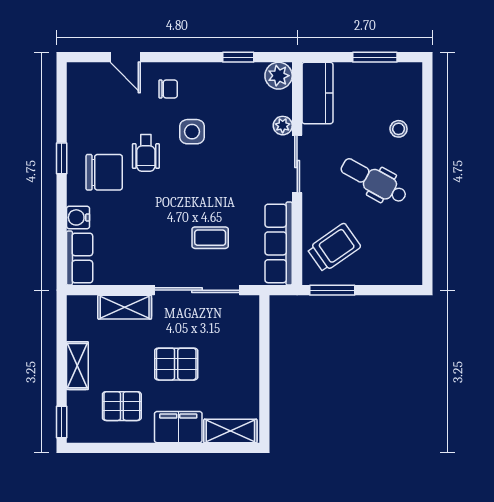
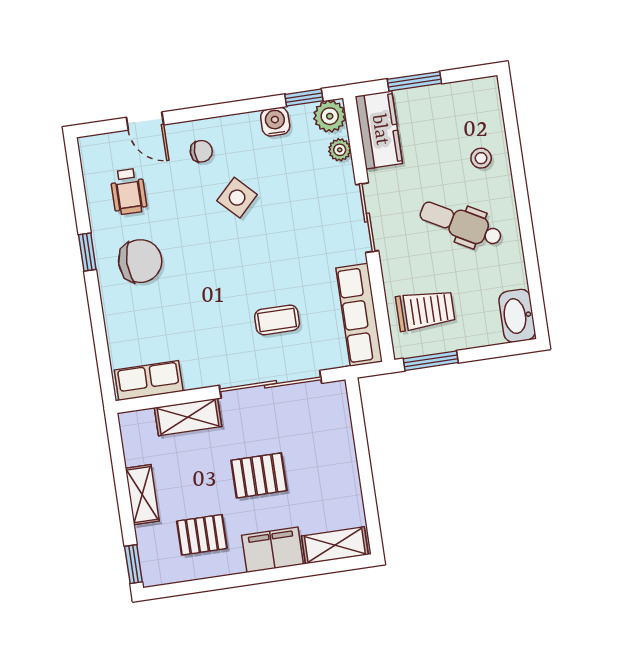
window: (238, 57) -> (304, 98), moved
window: (375, 57) -> (414, 81), moved
plant: (283, 126) -> (340, 150), moved
side table: (192, 132) -> (237, 198), turned 45
wheelchair: (146, 153) -> (128, 192), moved
water cooler: (78, 217) -> (275, 122), moved, turned 90
trolley: (334, 248) -> (425, 310), turned 35
row of seats: (80, 258) -> (149, 381), moved, turned -90
washbasin: (409, 264) -> (517, 316), added

